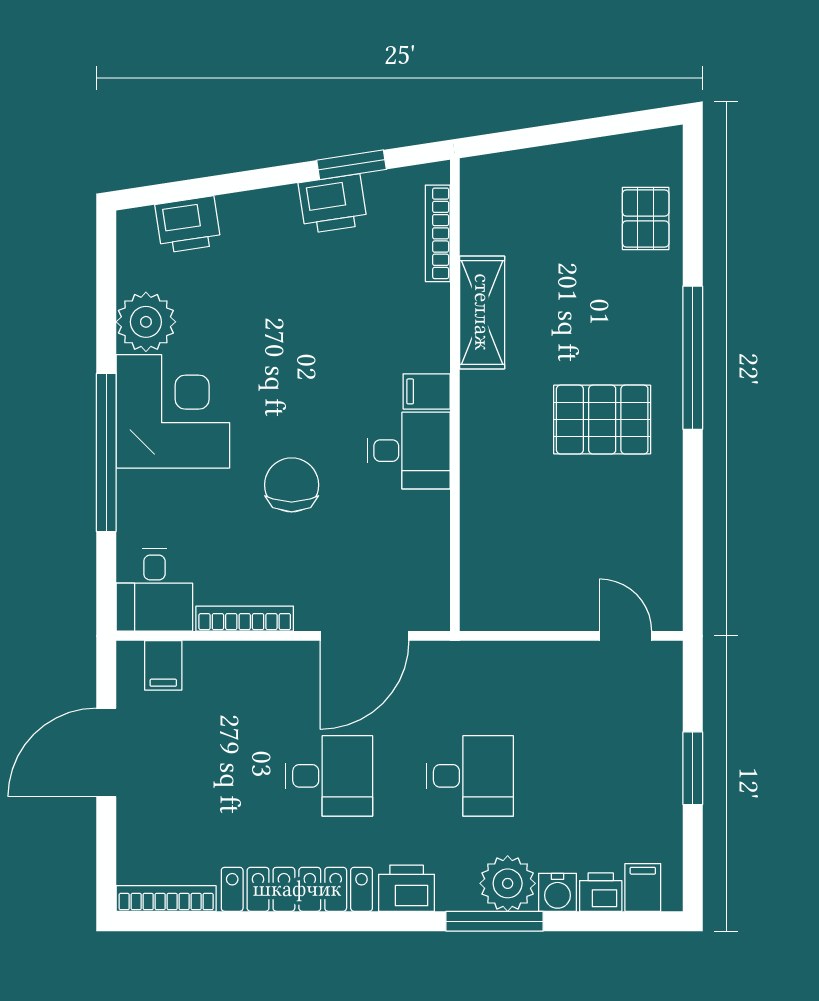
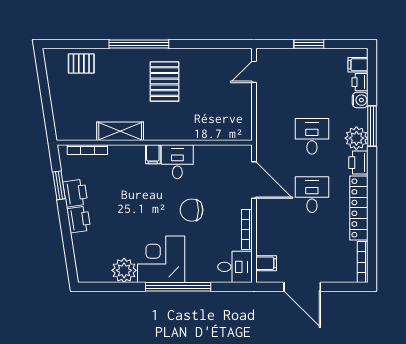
printer: (188, 225) -> (79, 219), moved
plant: (508, 883) -> (356, 138), moved

